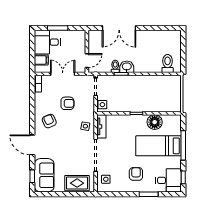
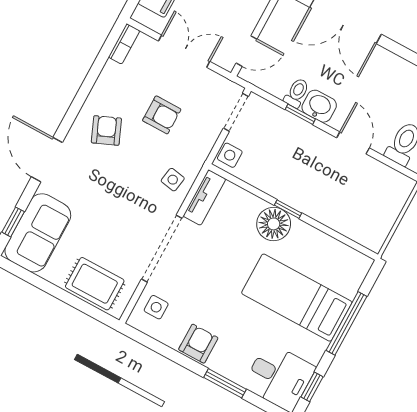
door: (148, 74) -> (353, 143), added
floor lamp: (155, 122) -> (274, 224), moved
armchair: (136, 174) -> (198, 344), moved

